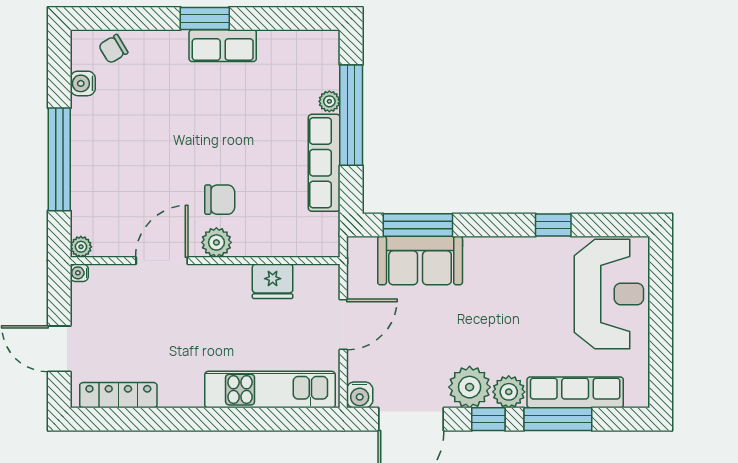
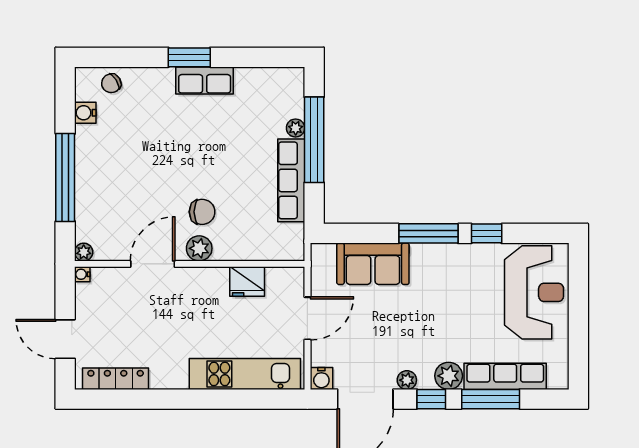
window: (418, 225) -> (428, 233), moved
plant: (470, 387) -> (407, 380), width x0.53, depth x0.53

